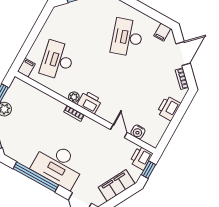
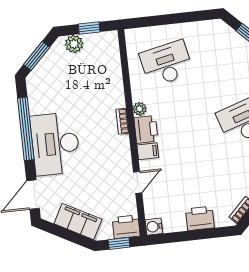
filing cabinet: (27, 68) -> (148, 151), moved
water cooler: (138, 132) -> (154, 227), moved

